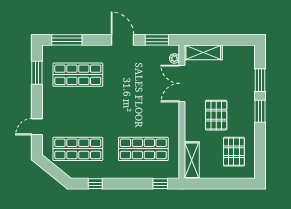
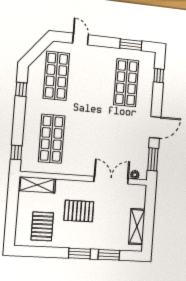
window: (67, 40) -> (159, 76), width x0.46
shelving: (203, 52) -> (137, 227), moved
pallet: (234, 152) -> (42, 226), turned 90

